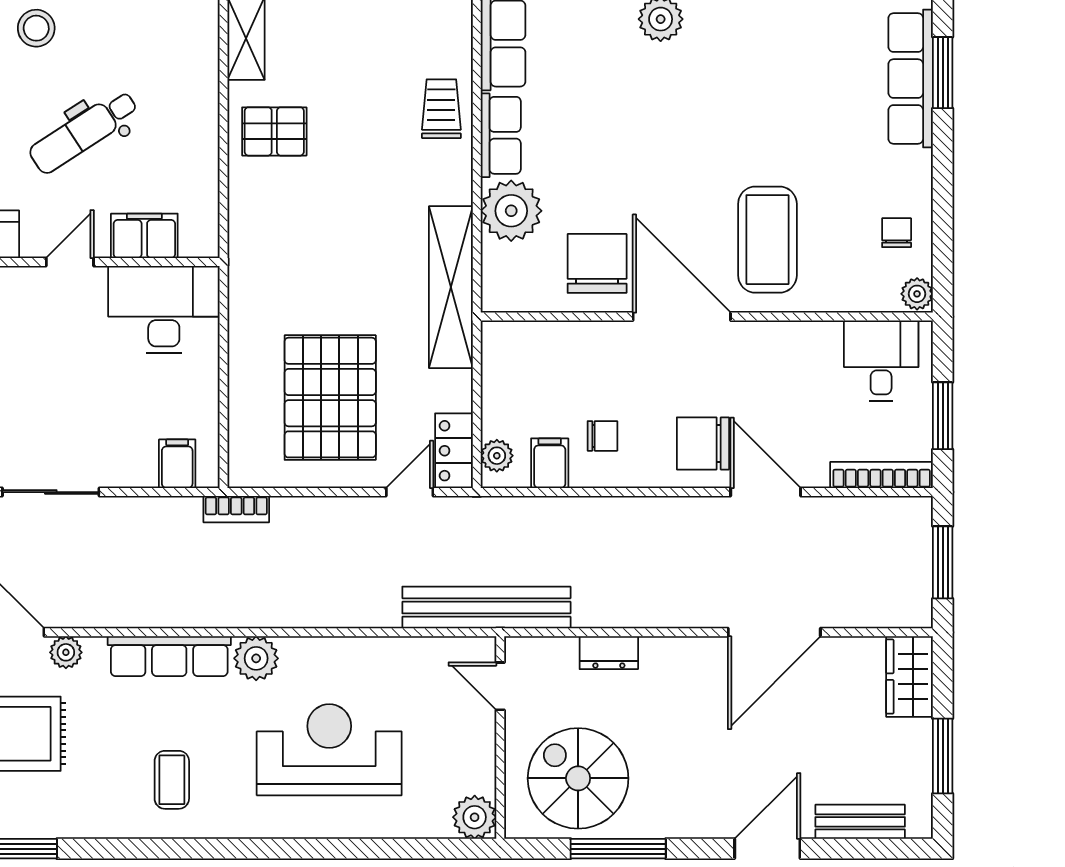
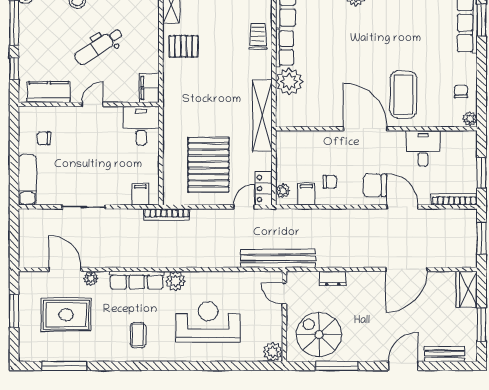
filing cabinet: (144, 236) -> (149, 88), moved, turned -90
chair: (597, 263) -> (327, 105), removed
desk: (164, 310) -> (141, 126), width x0.73
desk: (881, 361) -> (423, 148), moved
bookcase: (236, 509) -> (167, 215), width x1.56

